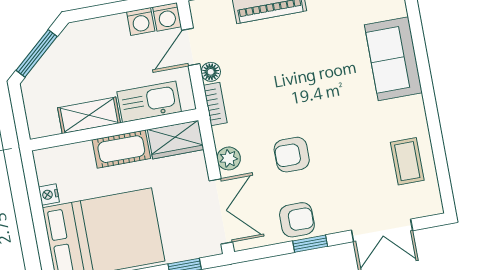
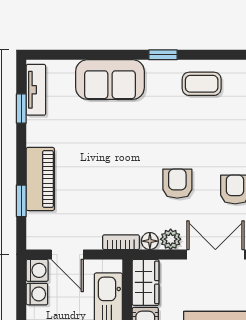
floor lamp: (211, 72) -> (150, 241), moved
window: (432, 112) -> (163, 55), added
armchair: (292, 155) -> (177, 184), turned 180

